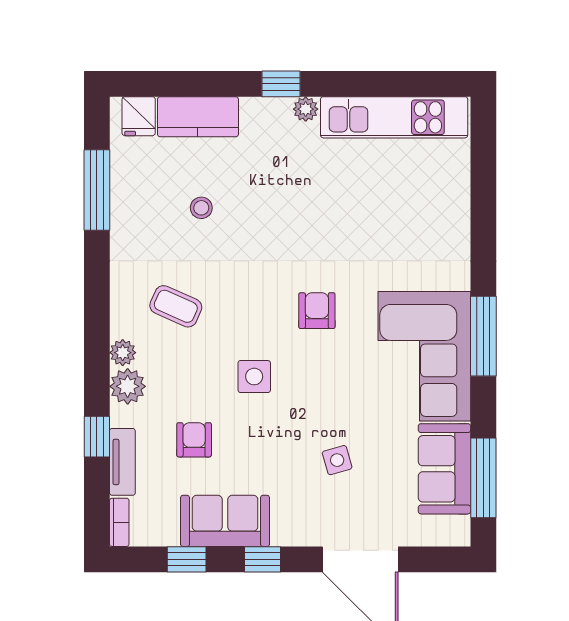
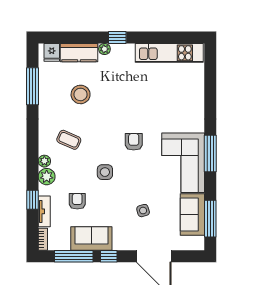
plant: (306, 109) -> (104, 49), moved
stool: (201, 208) -> (81, 94), width x1.89, depth x1.89
window: (187, 559) -> (74, 256), width x2.17

